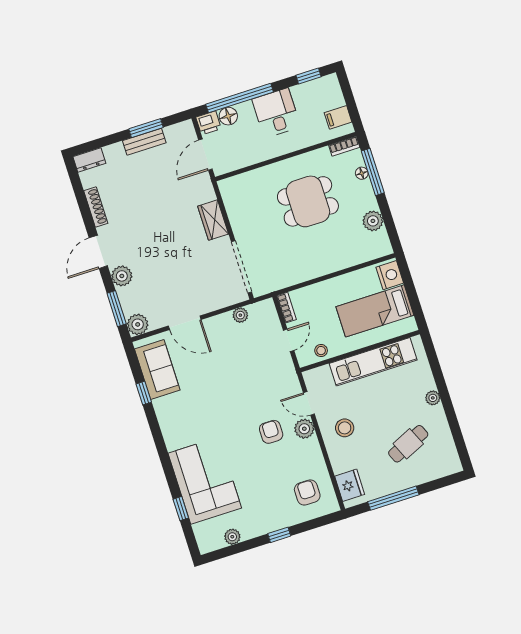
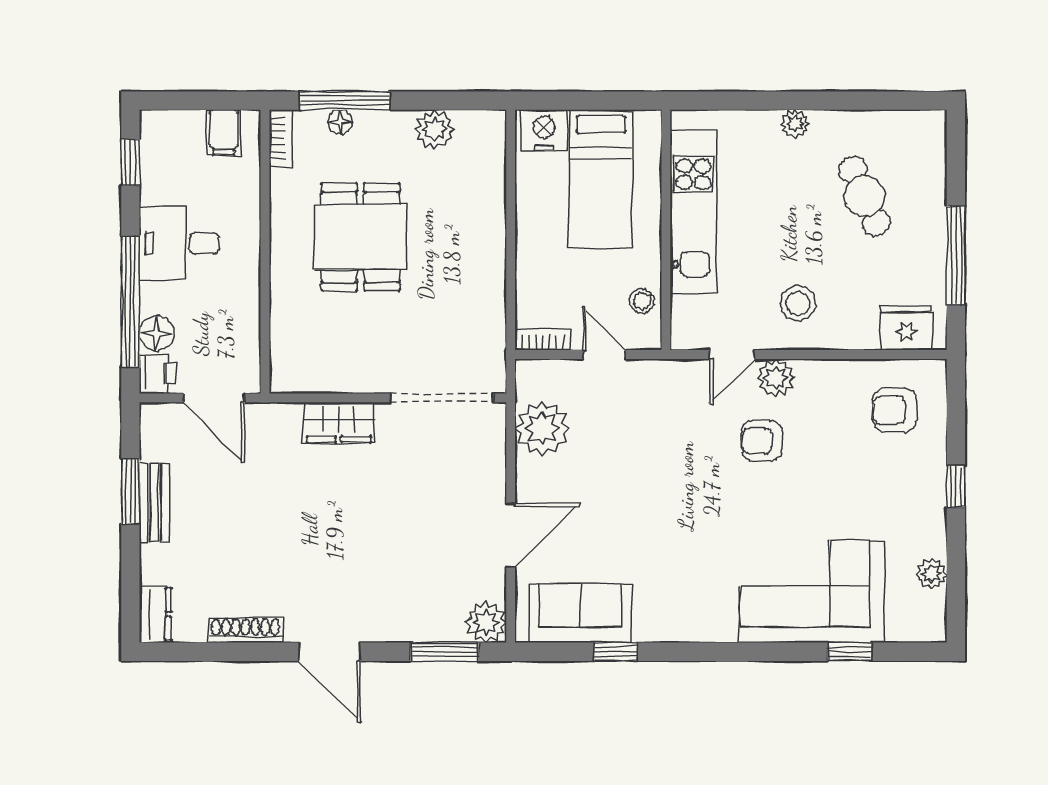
plant: (122, 276) -> (388, 623), removed
plant: (240, 315) -> (542, 428), width x1.88, depth x1.88

